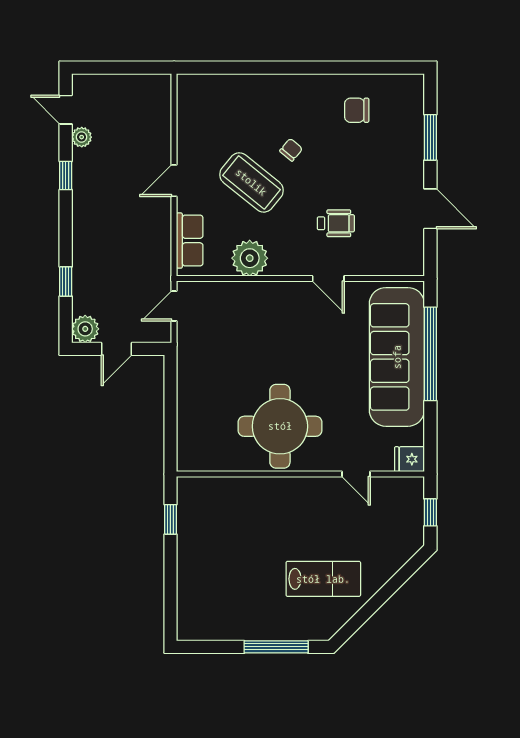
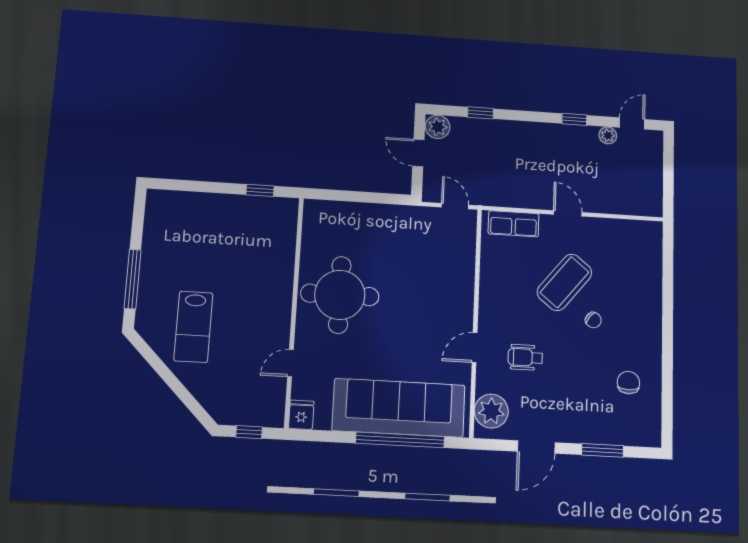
wheelchair: (336, 223) -> (525, 357), turned 90
plant: (250, 258) -> (491, 411), moved

